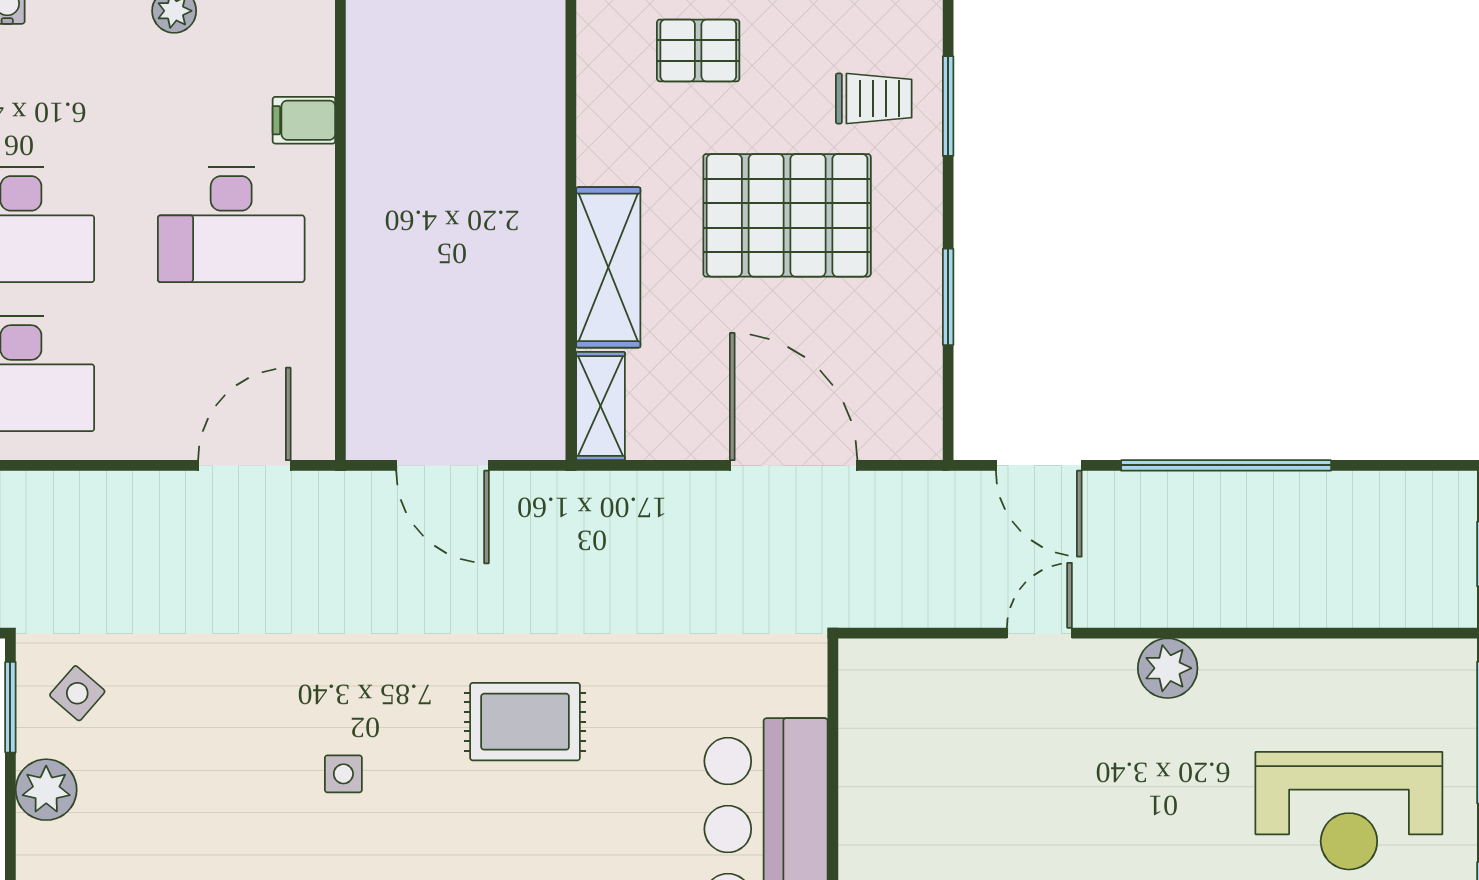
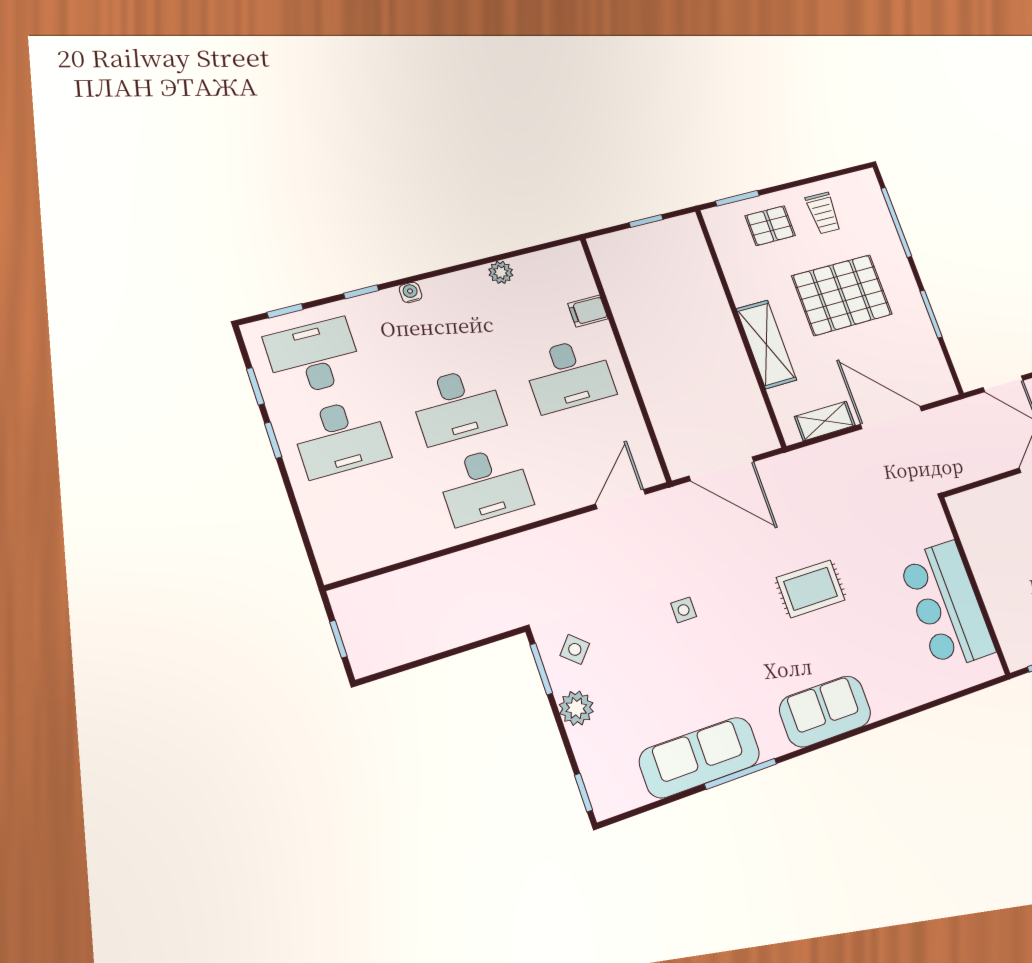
trolley: (874, 99) -> (823, 213), moved, turned 90
window: (948, 106) -> (896, 222), width x1.44
shelving: (601, 406) -> (825, 421), moved, turned 90
door: (442, 465) -> (722, 469), width x1.36
side table: (343, 774) -> (684, 610), moved

